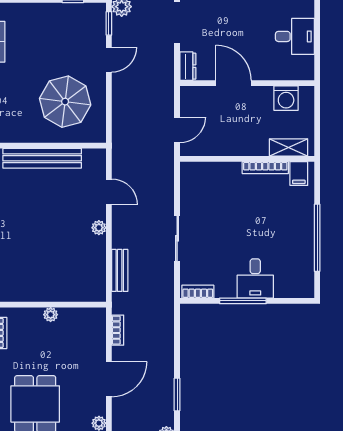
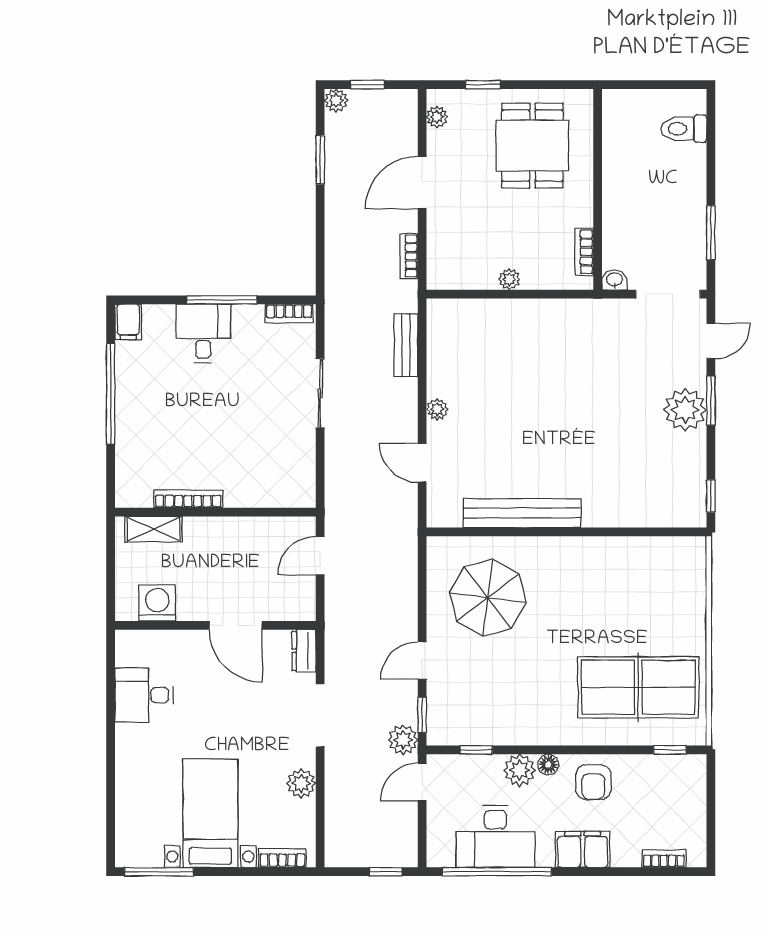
filing cabinet: (299, 174) -> (128, 322), moved, turned 180

